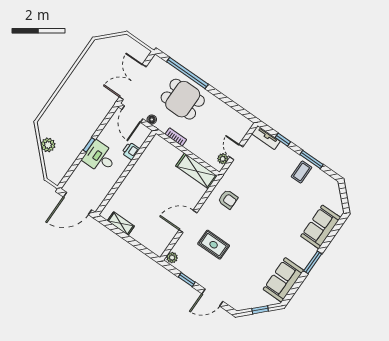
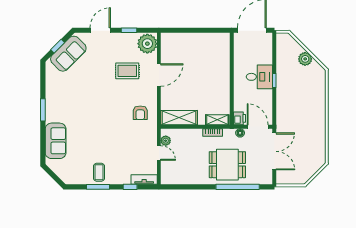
printer: (131, 151) -> (239, 118), moved
armchair: (228, 199) -> (140, 113), turned -90
shelving: (121, 223) -> (217, 120), moved
plant: (172, 258) -> (147, 44), width x1.88, depth x1.88
sofa: (283, 280) -> (68, 54), moved, turned 45

